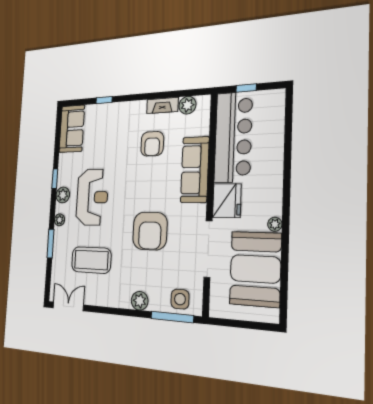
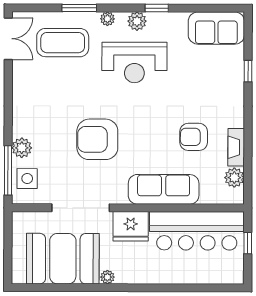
coffee table: (91, 260) -> (63, 43), moved, turned 90
plant: (140, 301) -> (22, 148), moved

